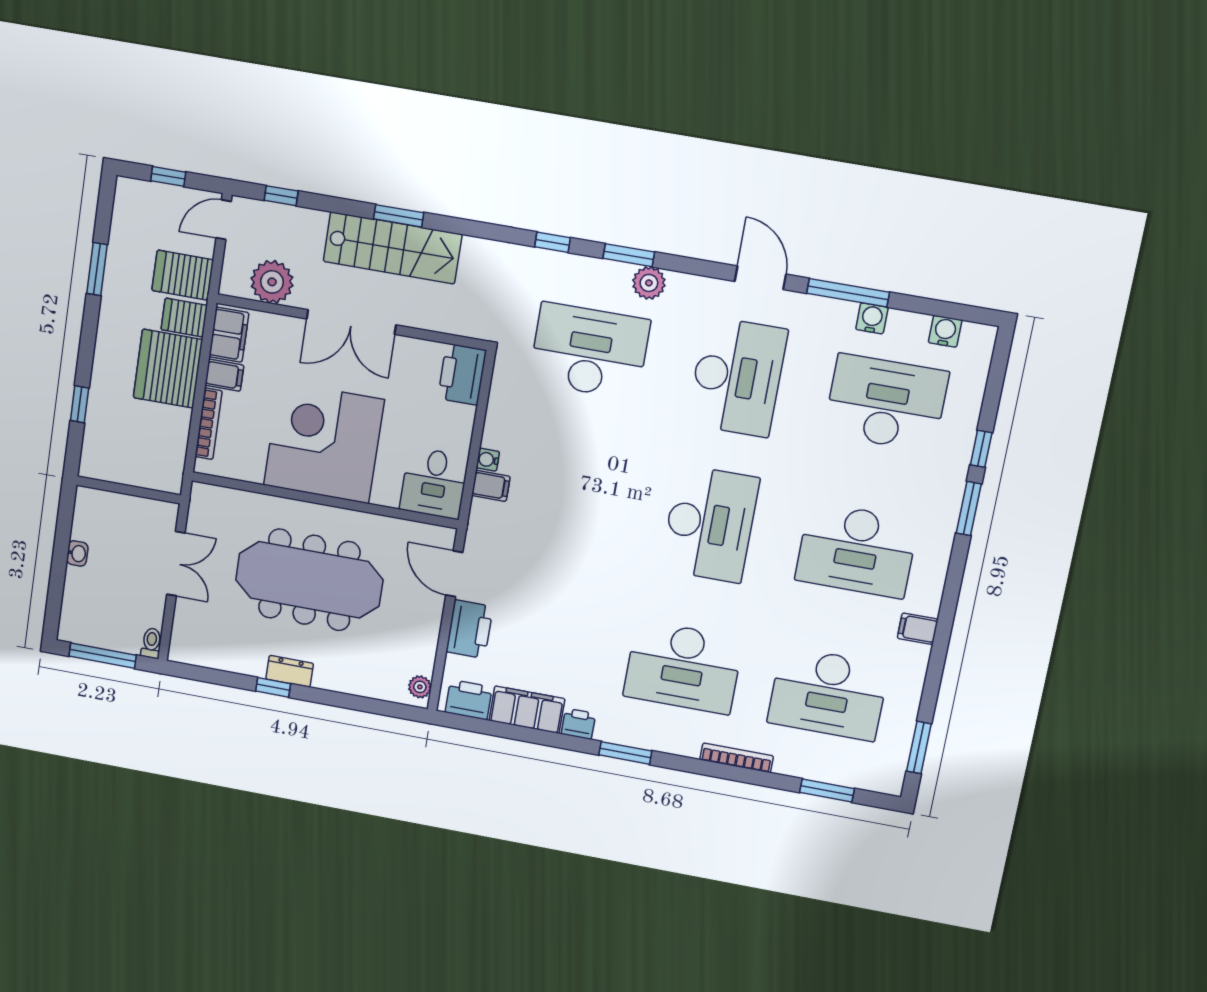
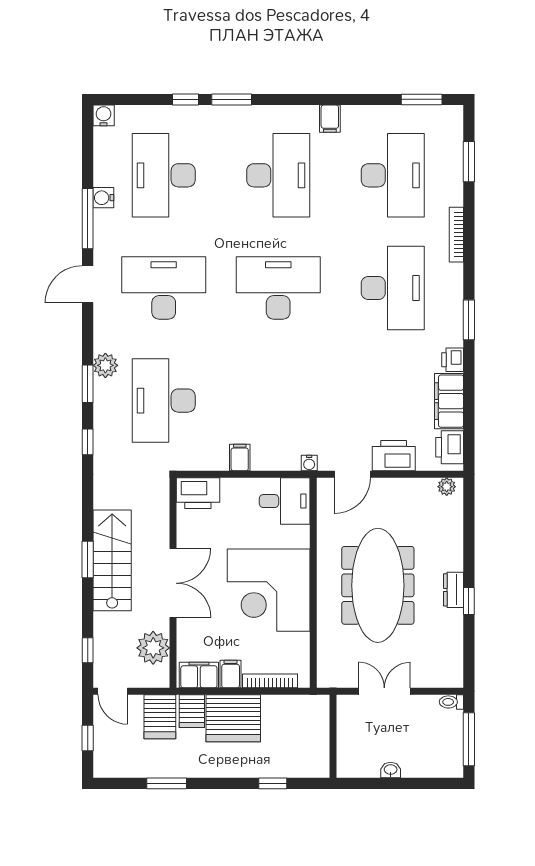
water cooler: (945, 331) -> (104, 115), moved, turned 90
water cooler: (488, 460) -> (309, 463), moved
filing cabinet: (491, 486) -> (240, 458), moved

